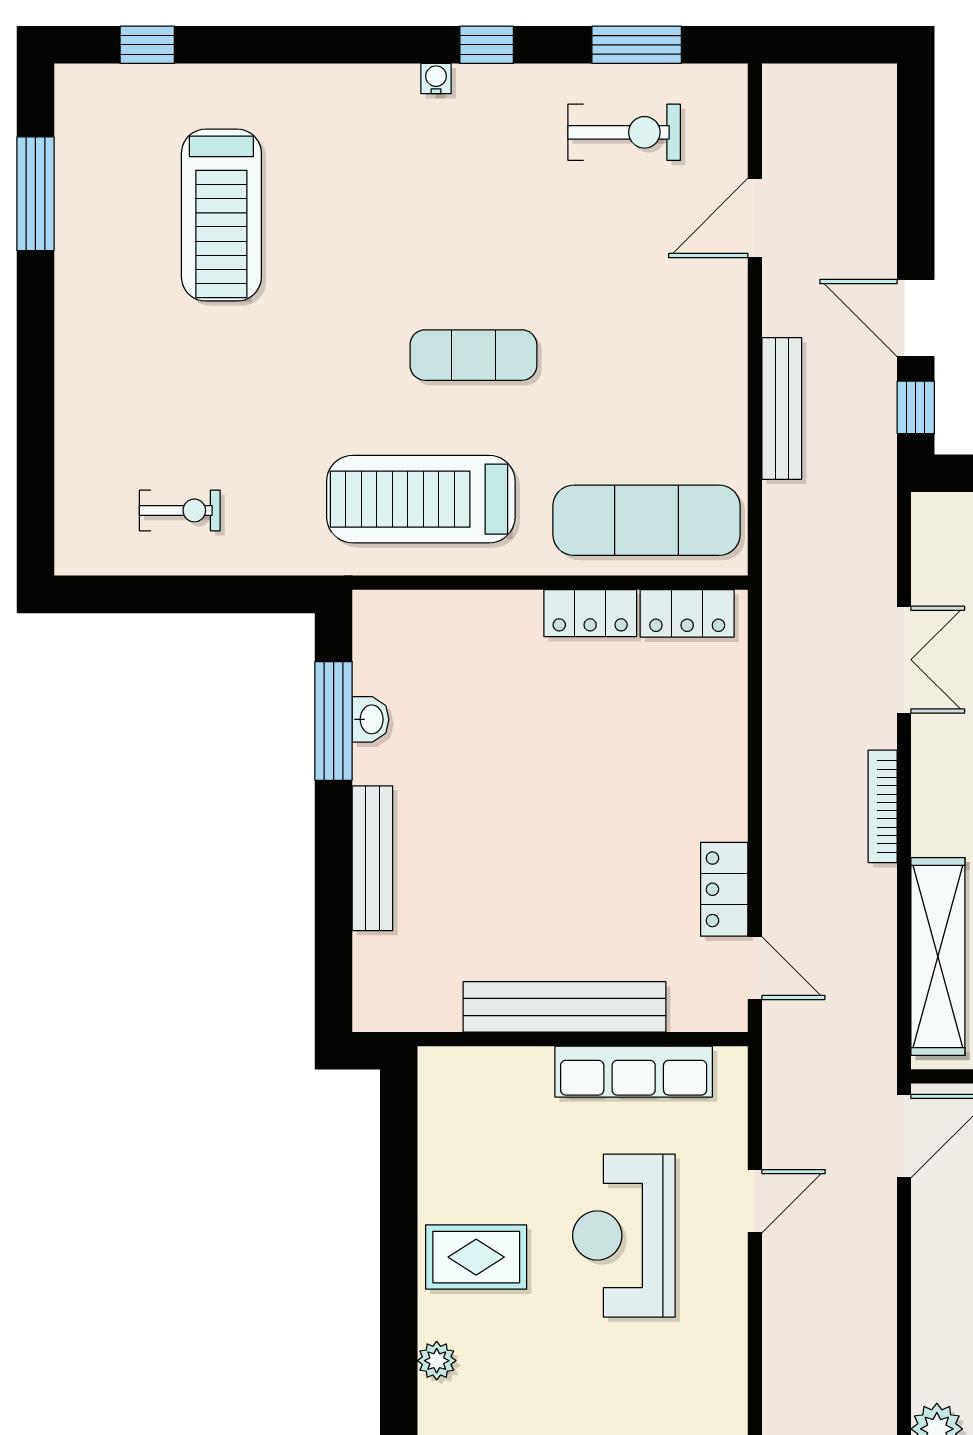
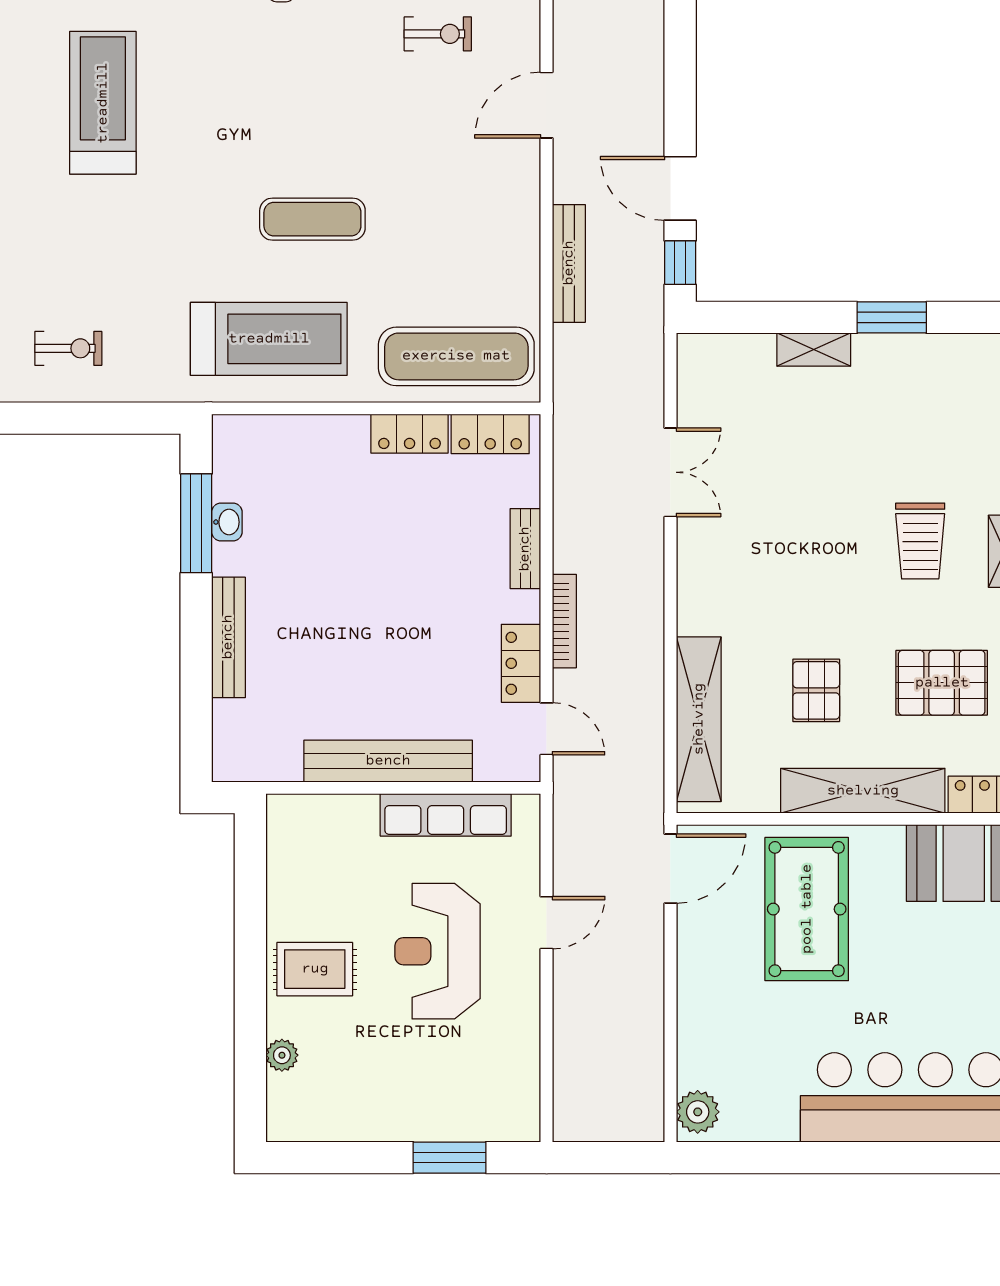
exercise bike: (624, 132) -> (438, 34), width x0.73, depth x0.72
treadmill: (221, 215) -> (103, 103), turned 180
treadmill: (421, 499) -> (269, 339), turned 180
bench: (730, 751) -> (525, 549), added
bookcase: (883, 806) -> (564, 621), moved, turned 180

